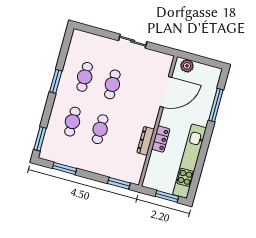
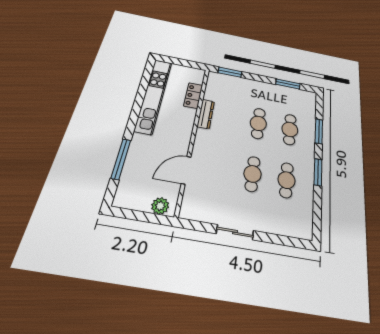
door: (166, 92) -> (186, 170), width x0.73
window: (40, 139) -> (319, 131), moved
locker: (161, 139) -> (193, 96), moved
window: (167, 196) -> (177, 61), removed

